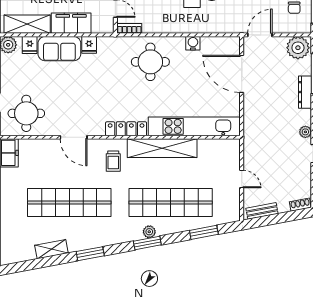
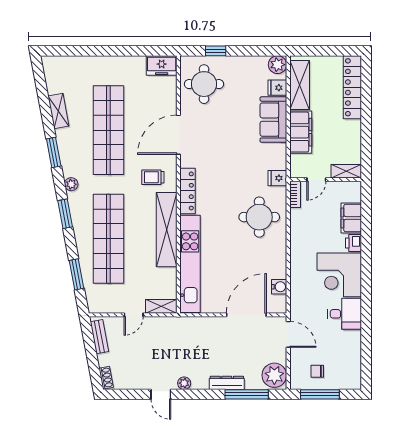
water cooler: (193, 43) -> (279, 287), moved
fridge: (89, 45) -> (277, 178), moved
door: (74, 137) -> (178, 135), width x1.36
shelving: (234, 153) -> (161, 306), added
plant: (149, 232) -> (71, 184), moved

